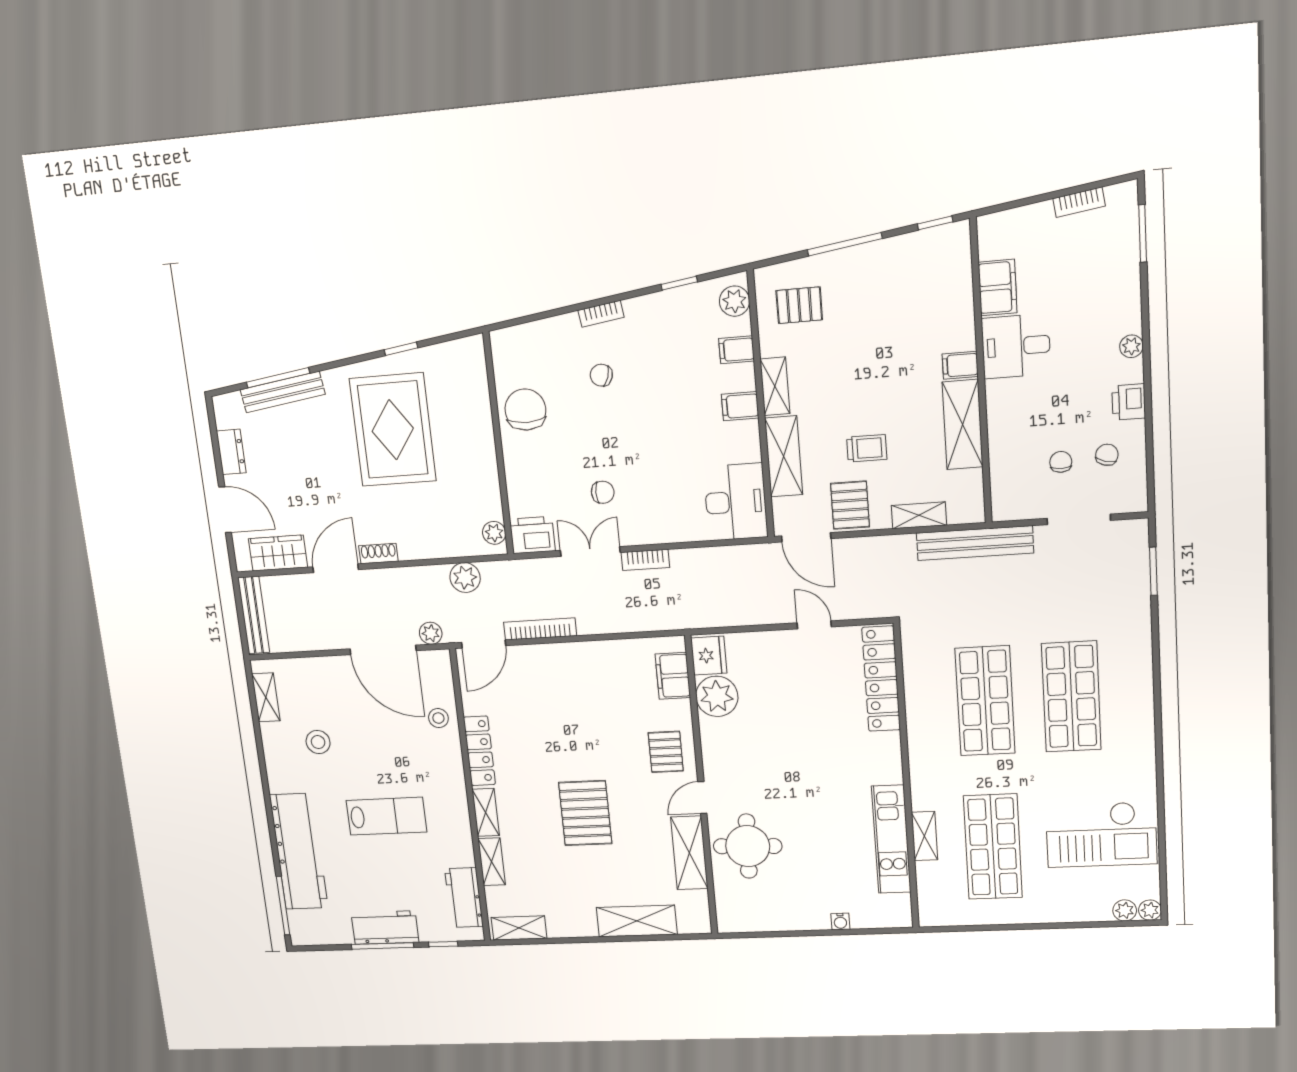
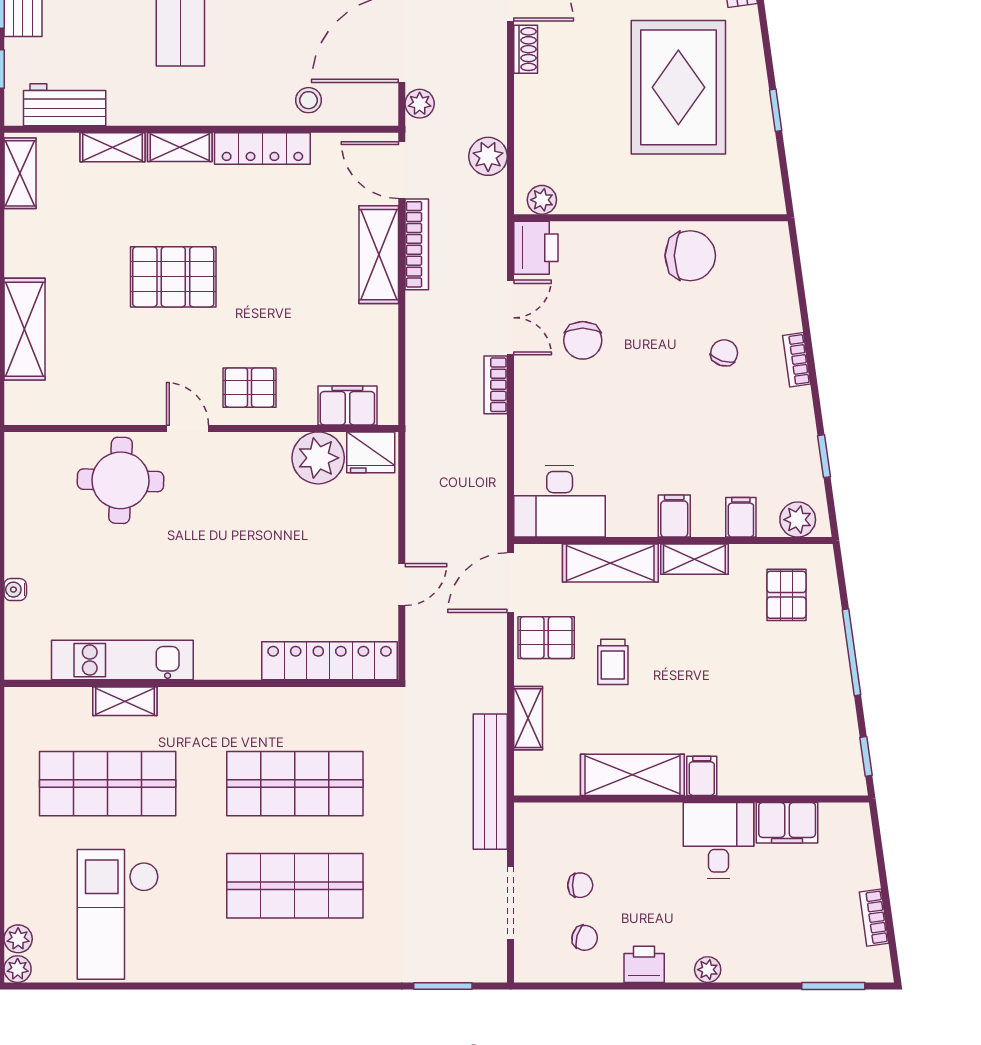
rug: (393, 430) -> (678, 87), turned 90
chair: (603, 492) -> (583, 340), width x1.37, depth x1.37
shelving: (689, 853) -> (379, 255), moved, turned 90

